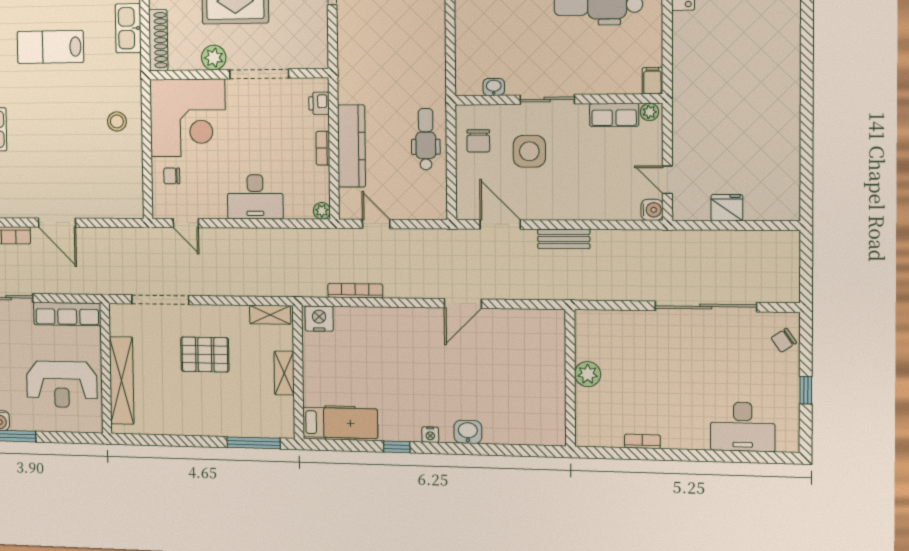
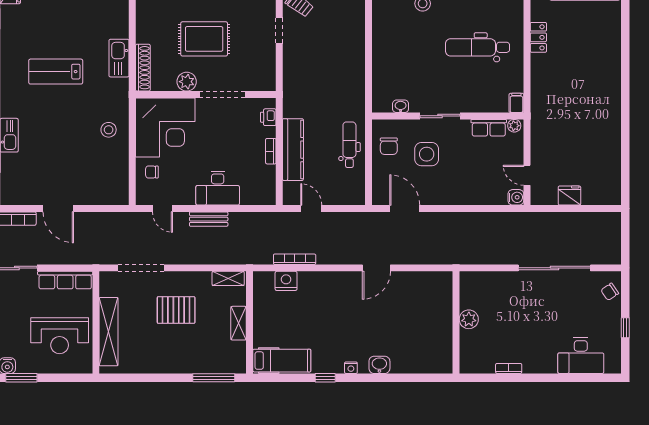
plant: (322, 211) -> (269, 199), removed
bench: (564, 239) -> (209, 219), moved
nightstand: (319, 319) -> (286, 281), moved

